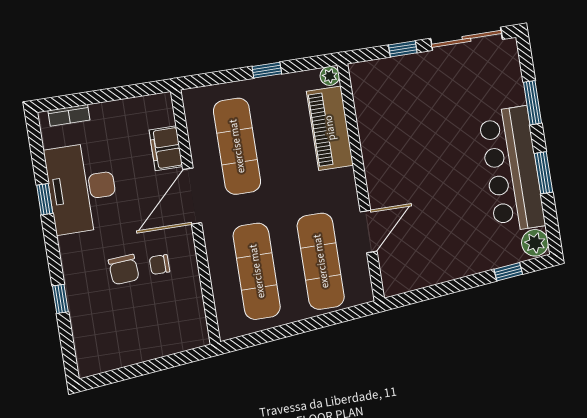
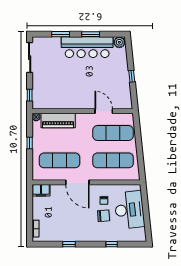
window: (403, 49) -> (30, 95), moved
filing cabinet: (166, 148) -> (41, 190), moved
desk: (82, 188) -> (129, 210), moved, turned -96
window: (508, 272) -> (132, 76), moved

